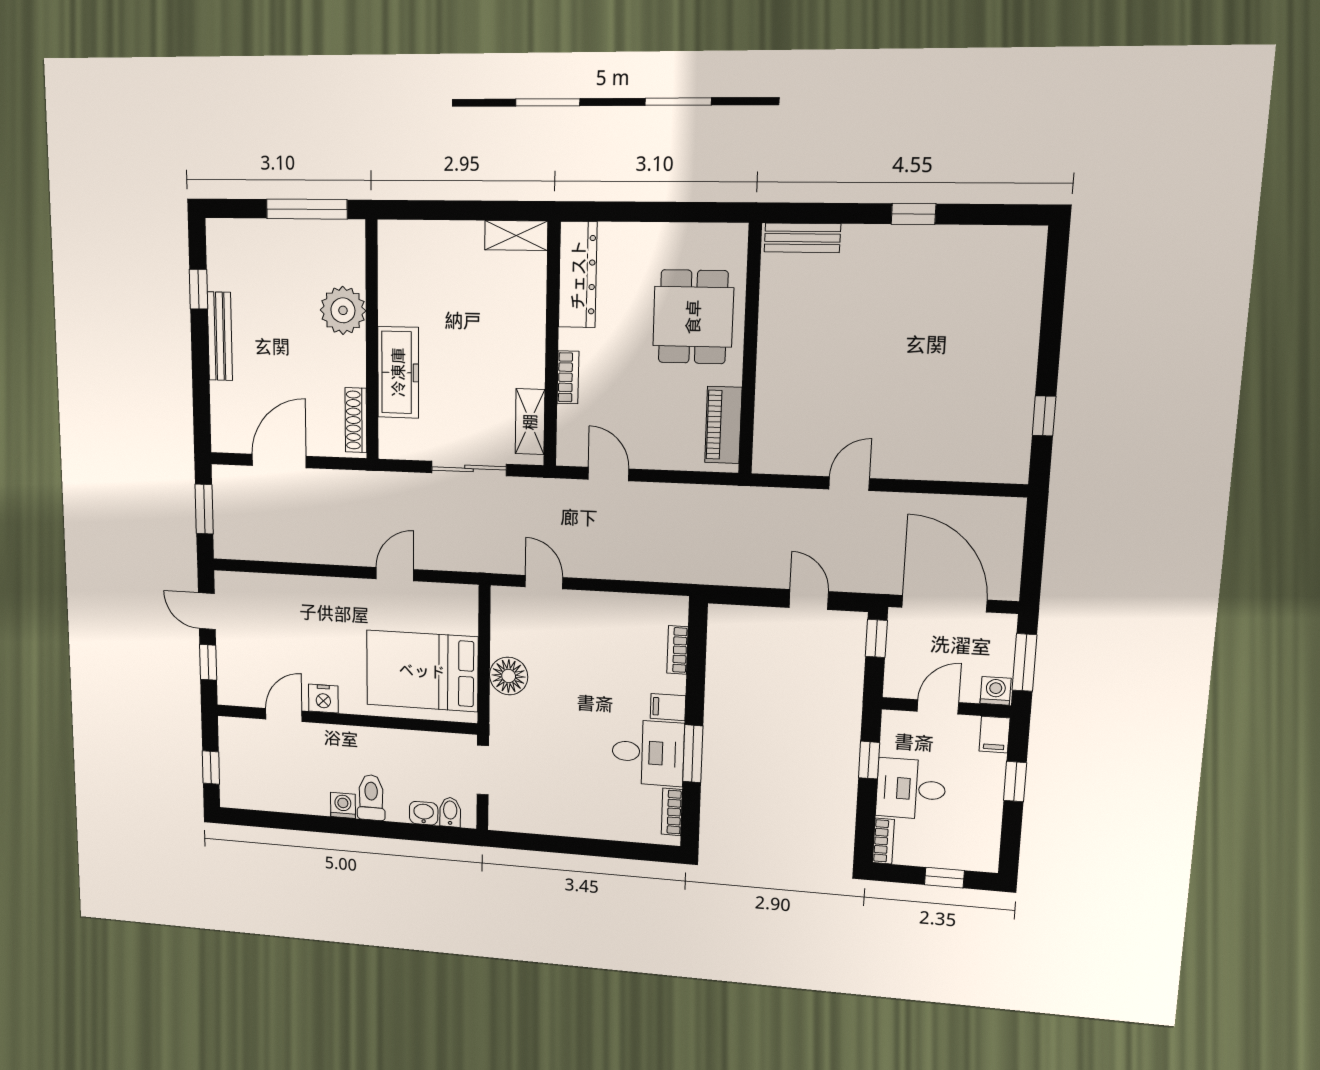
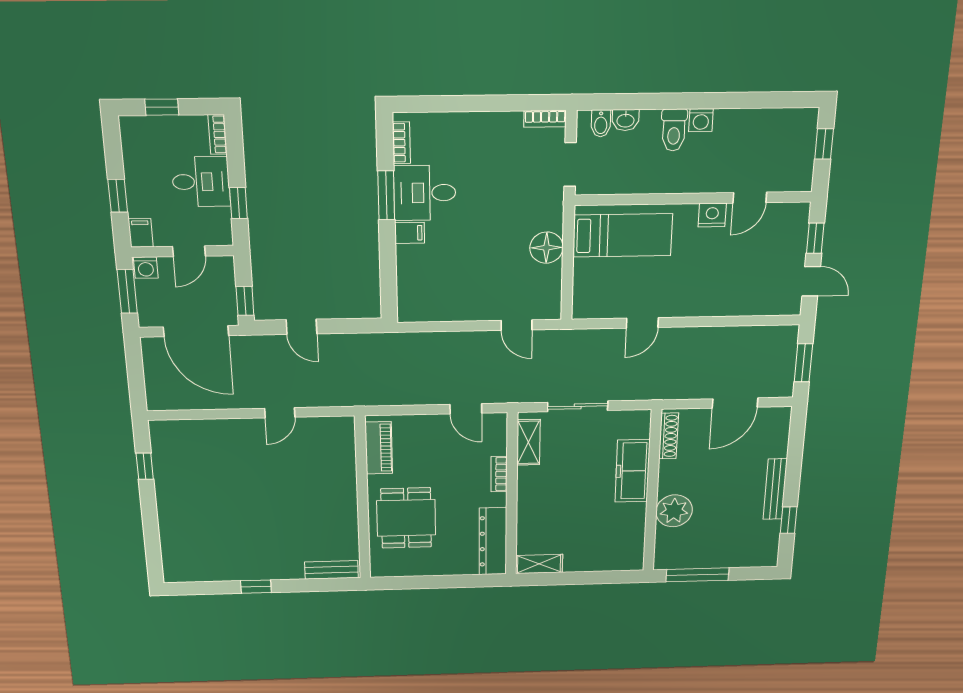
bookcase: (677, 650) -> (545, 119), moved, turned 90
bed: (422, 671) -> (623, 235), width x0.67

